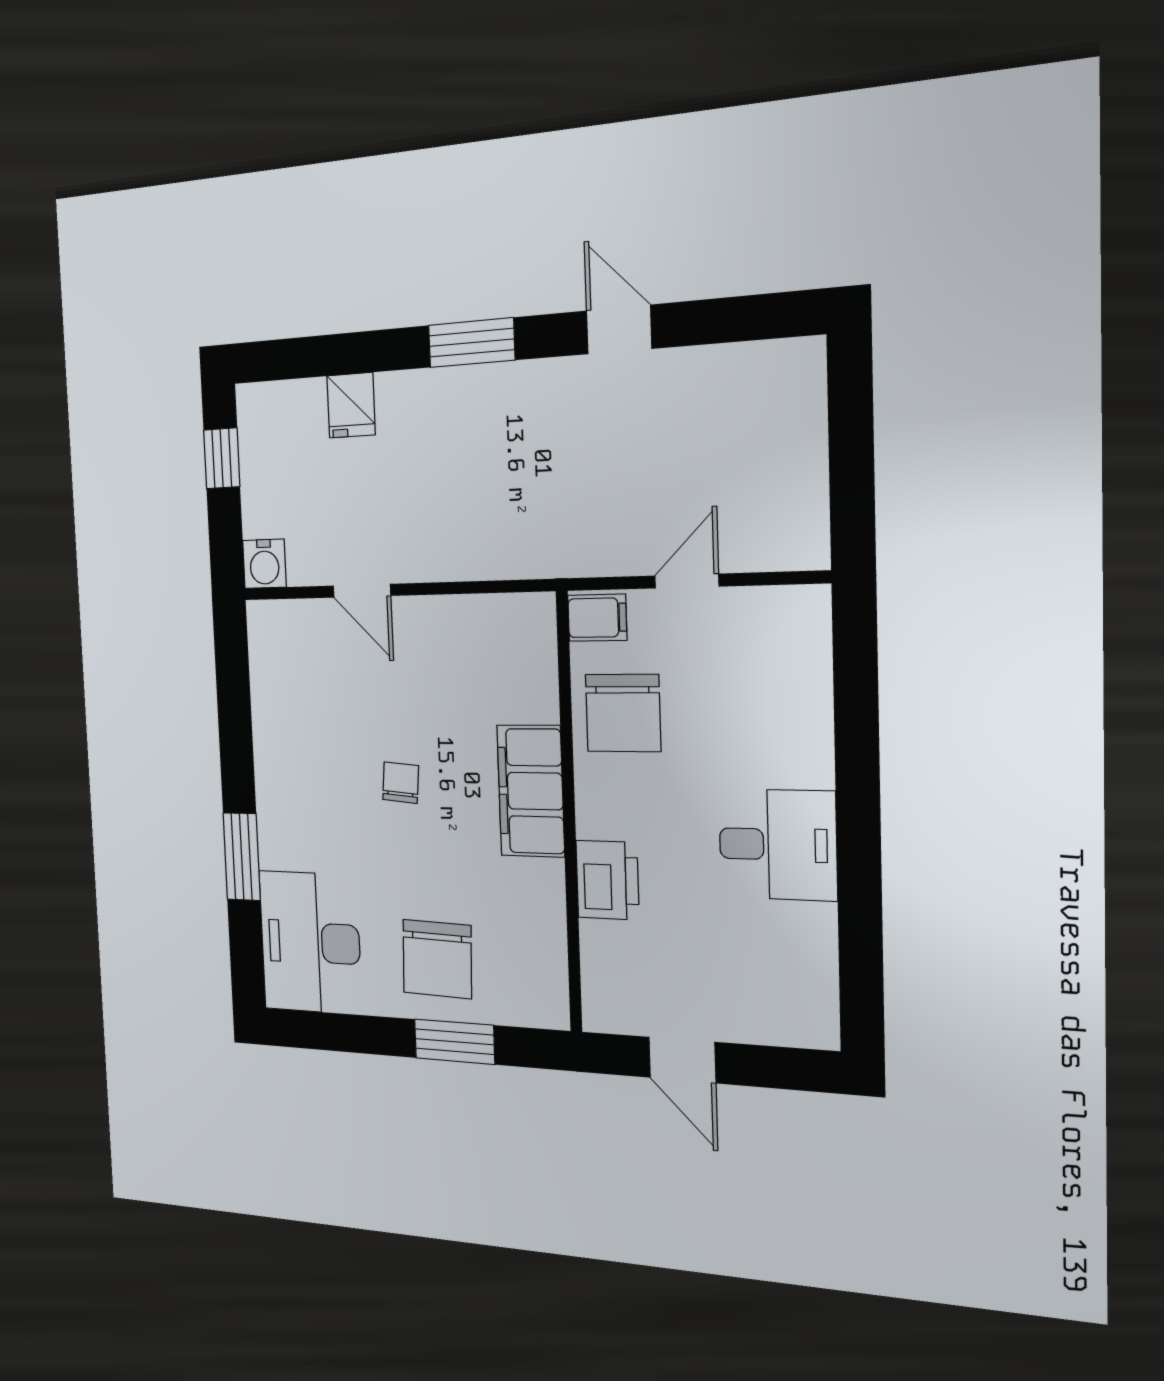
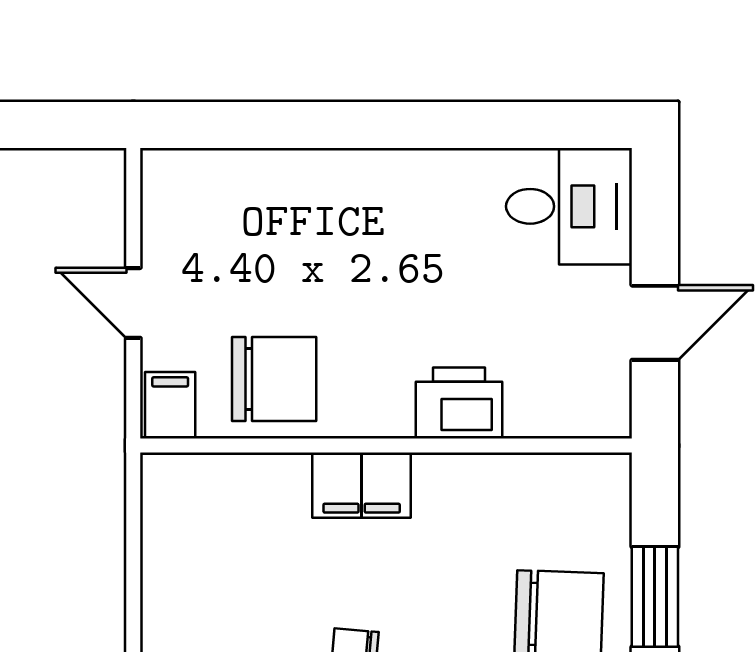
filing cabinet: (531, 791) -> (362, 485), width x0.67, depth x0.86
desk: (778, 845) -> (569, 206), moved, turned 90

